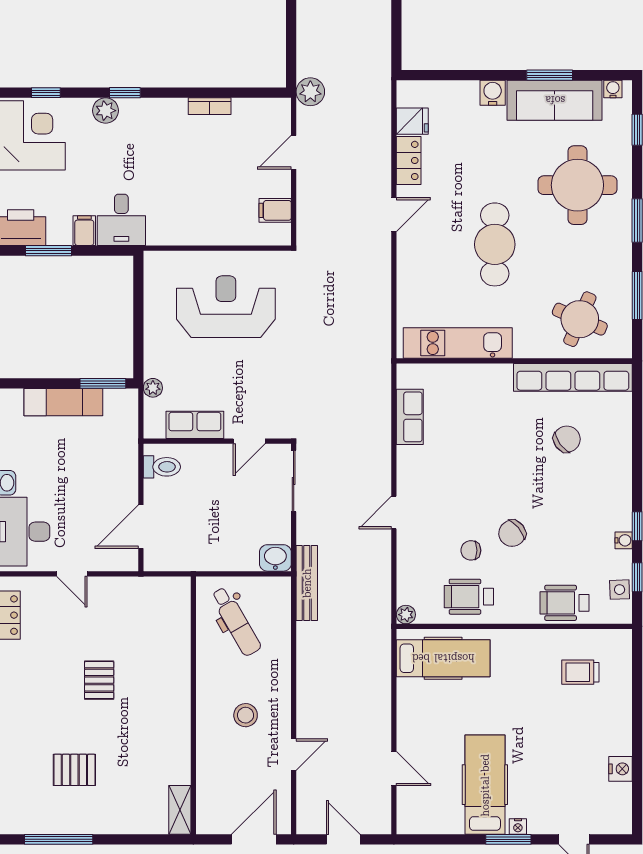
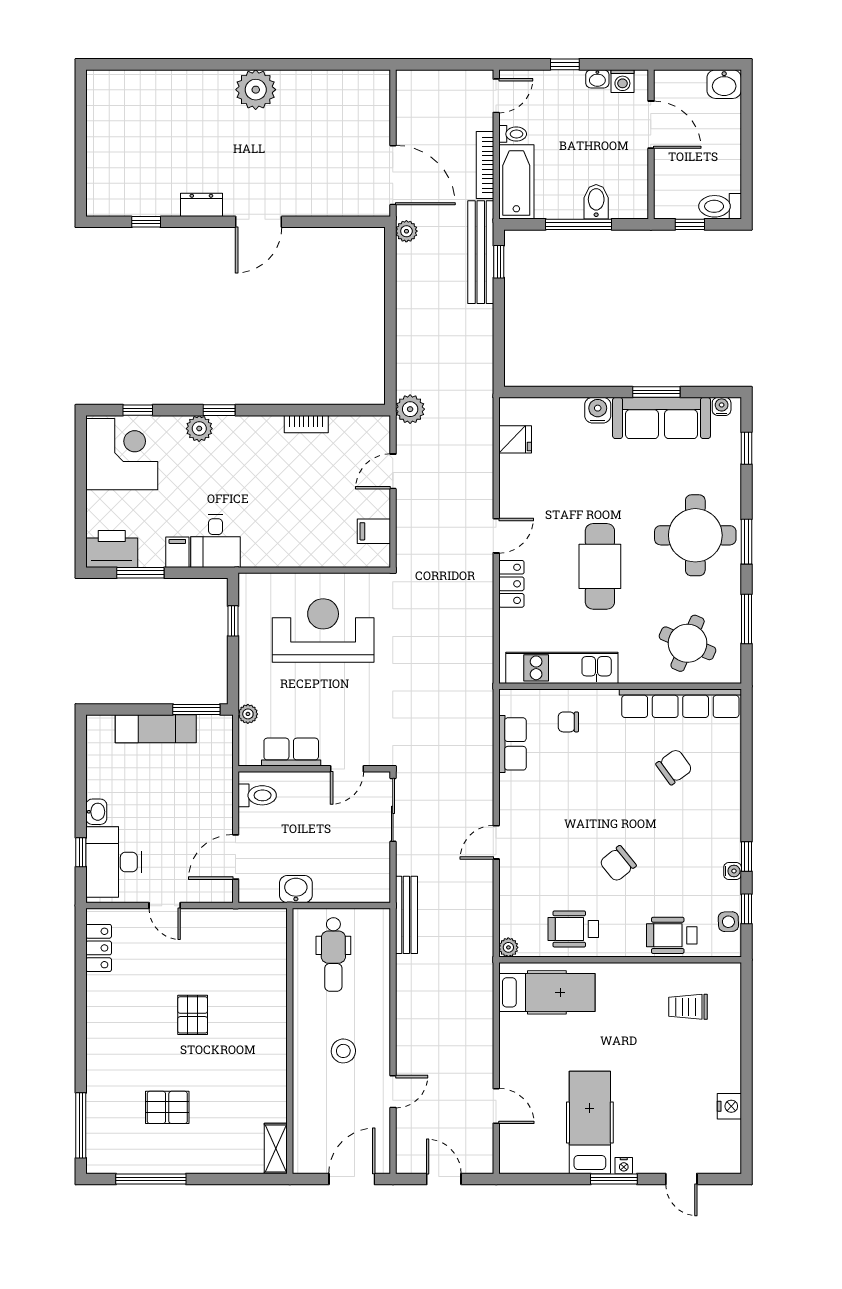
locker: (409, 160) -> (511, 584), moved
round table: (577, 185) -> (695, 535), moved
window: (138, 297) -> (233, 621), added
chair: (471, 550) -> (568, 722), moved
washbasin: (275, 558) -> (296, 889), moved
dental chair: (236, 621) -> (333, 955), turned 30

